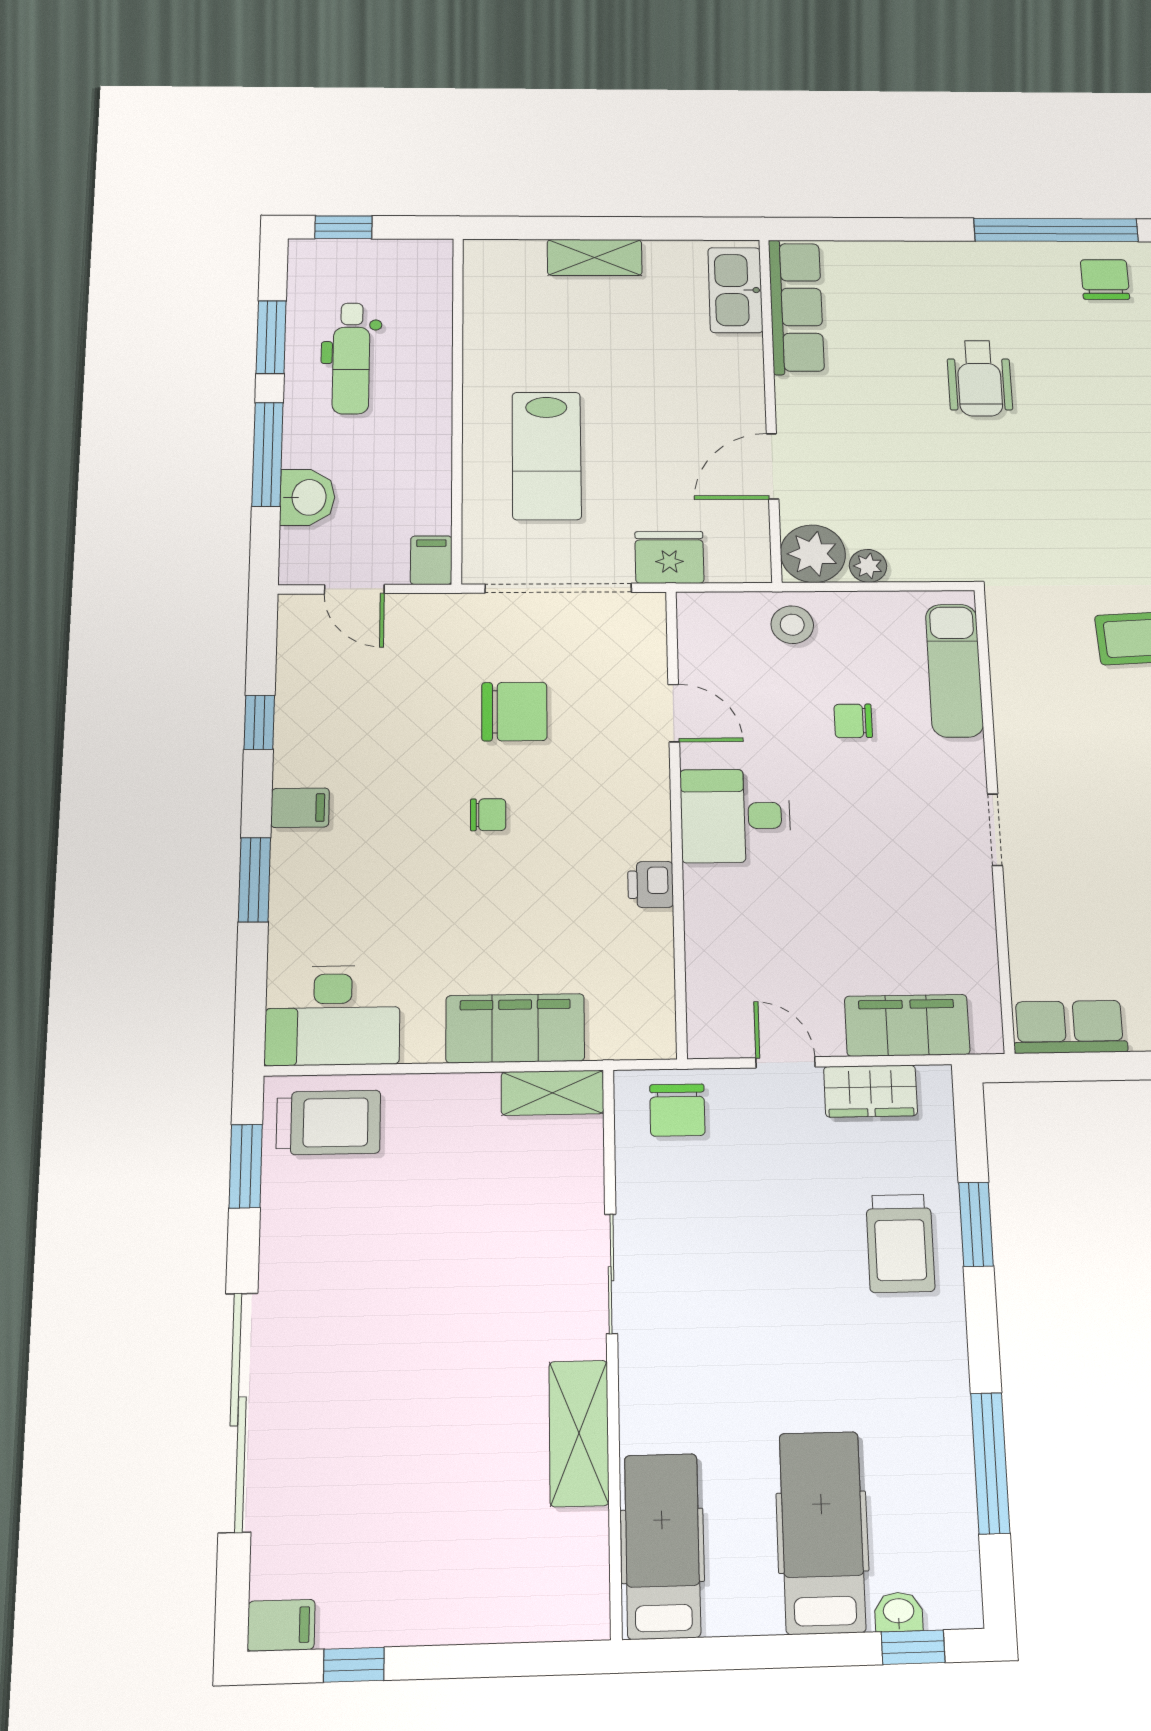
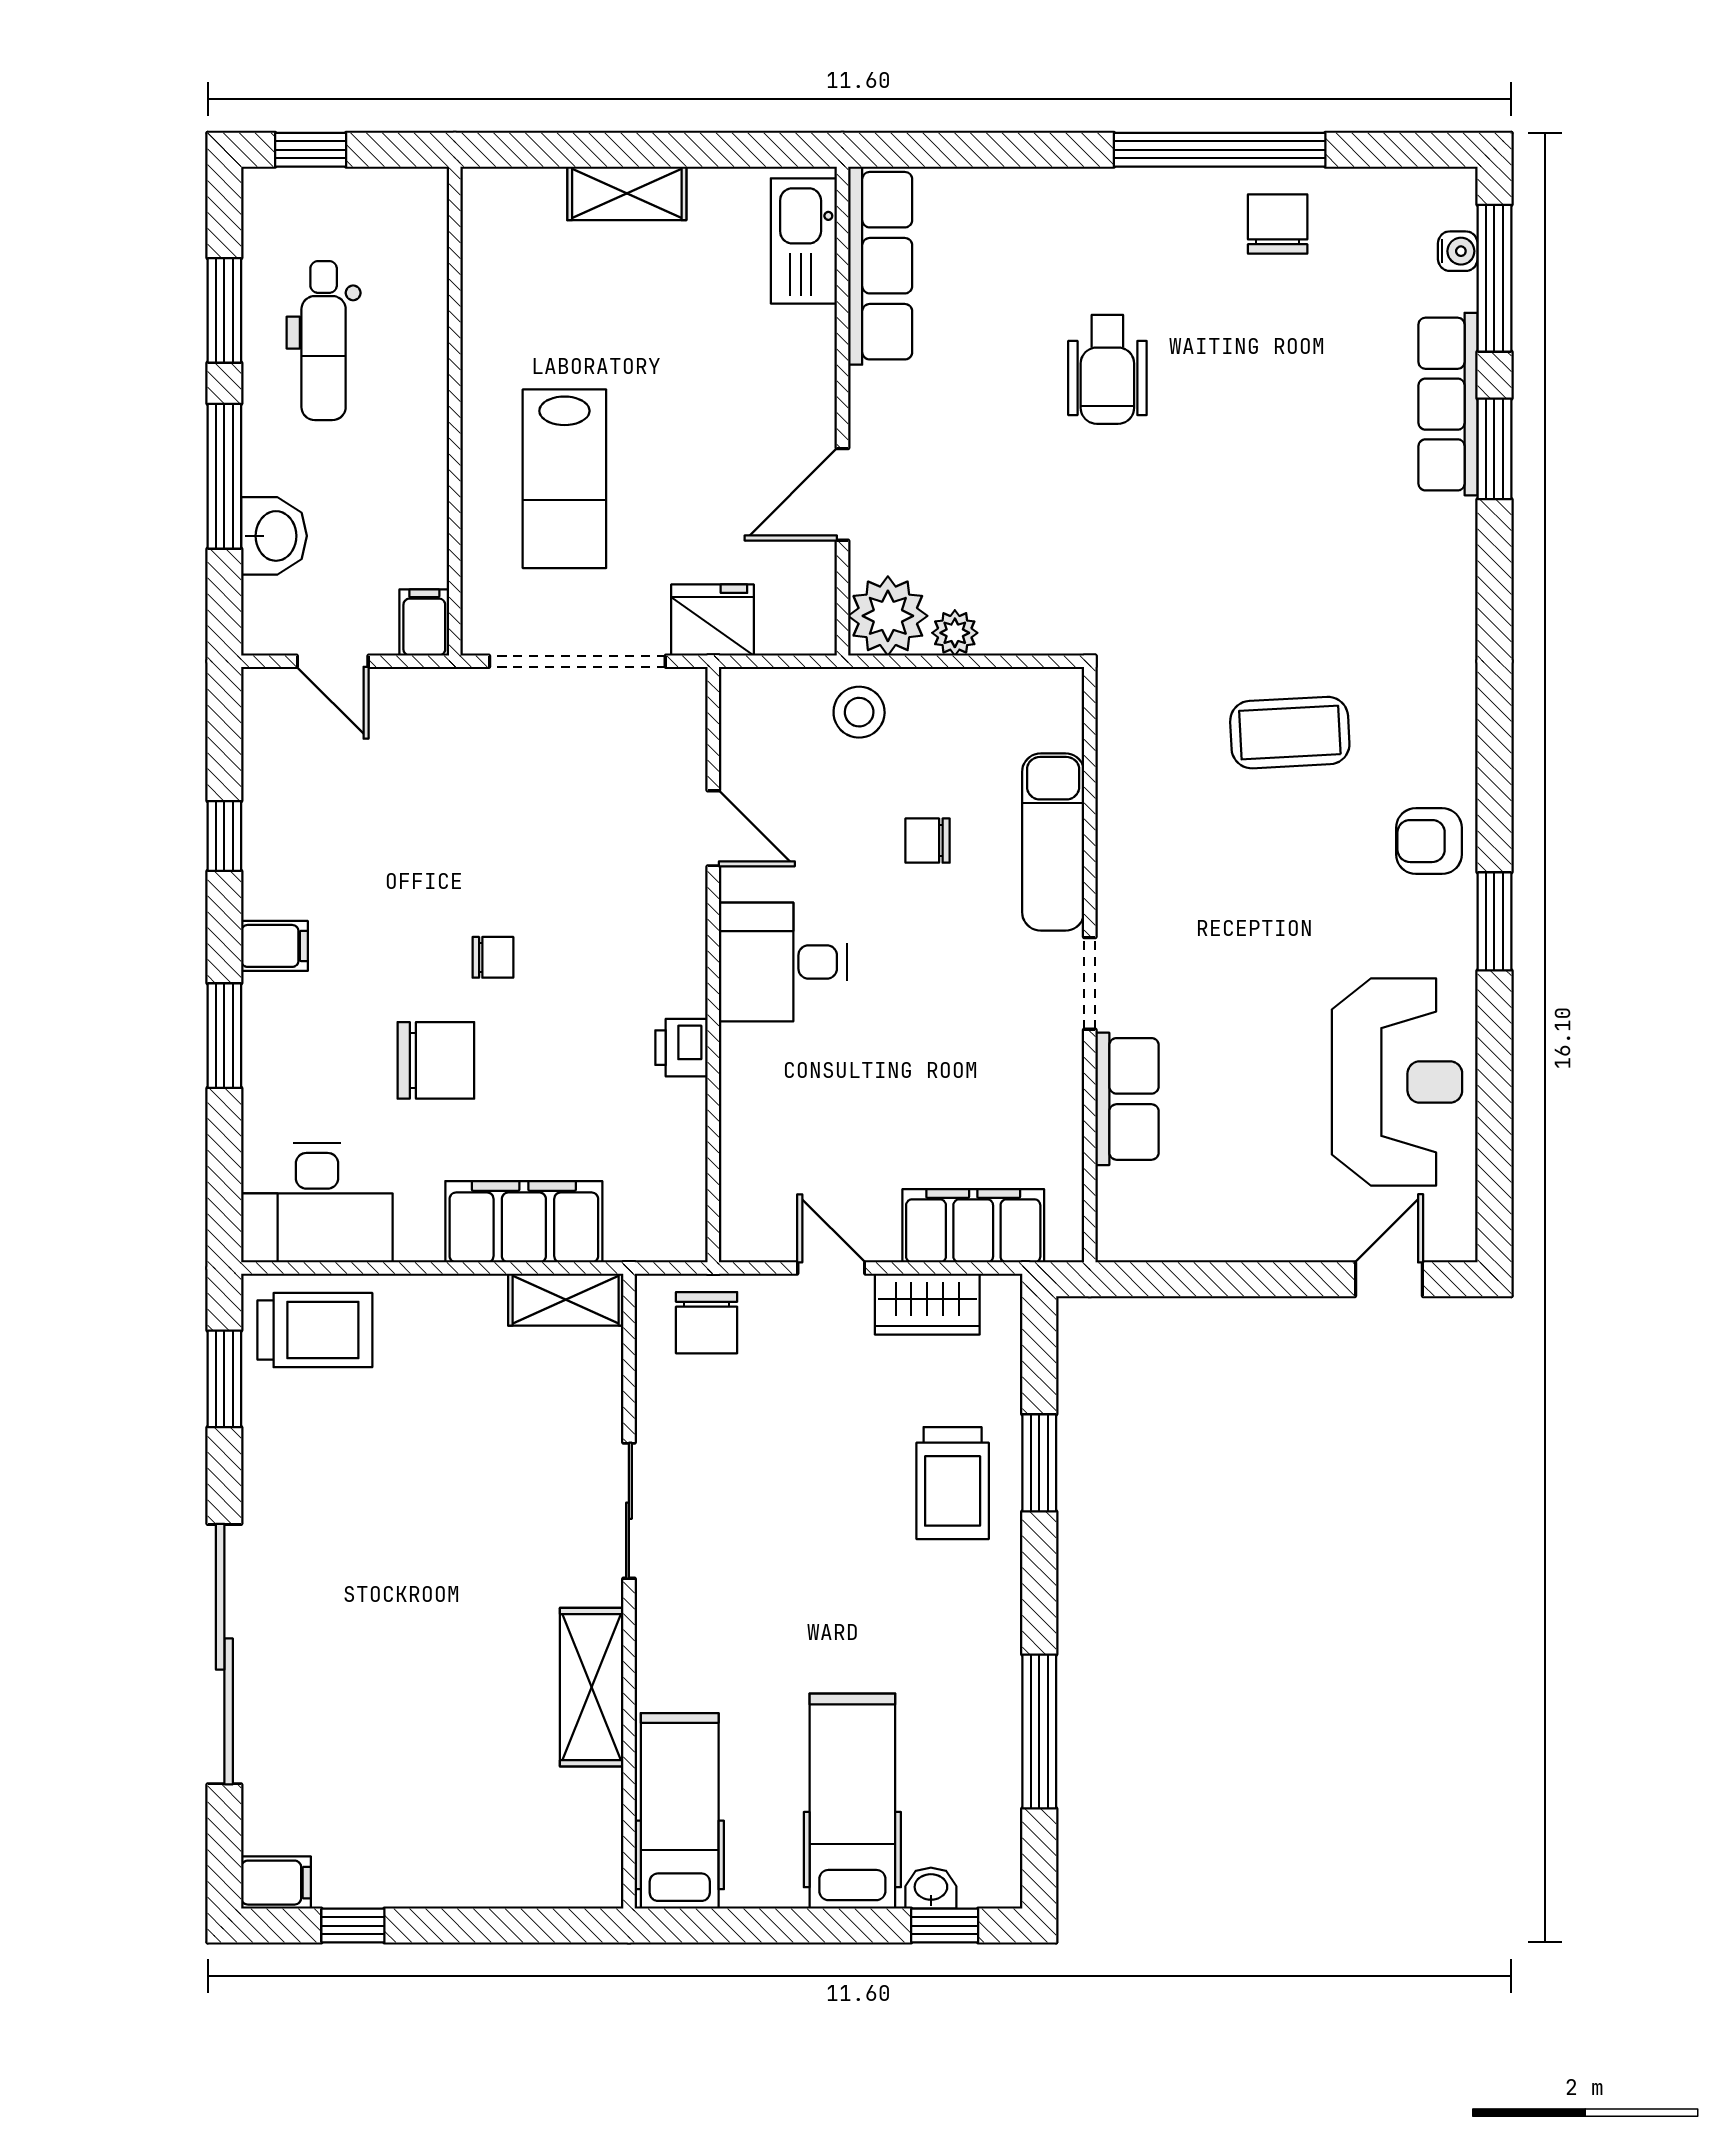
exam couch: (954, 670) -> (1053, 842), moved
chair: (514, 712) -> (436, 1060), moved
row of seats: (1070, 1027) -> (1127, 1099), moved, turned 90

